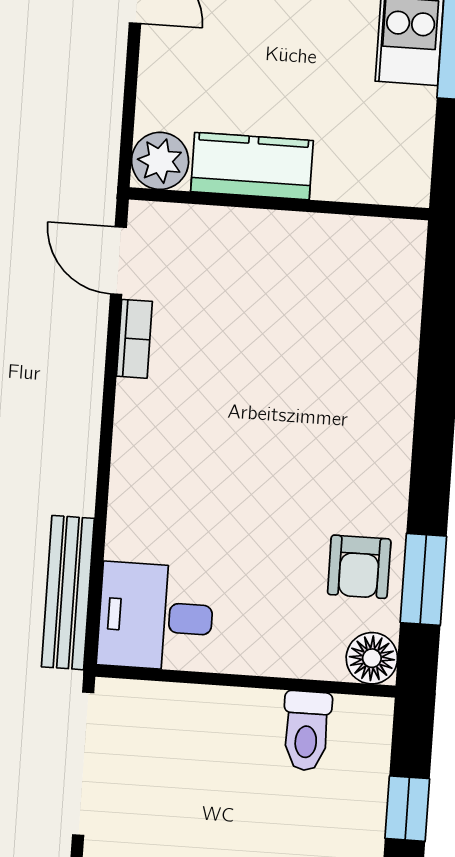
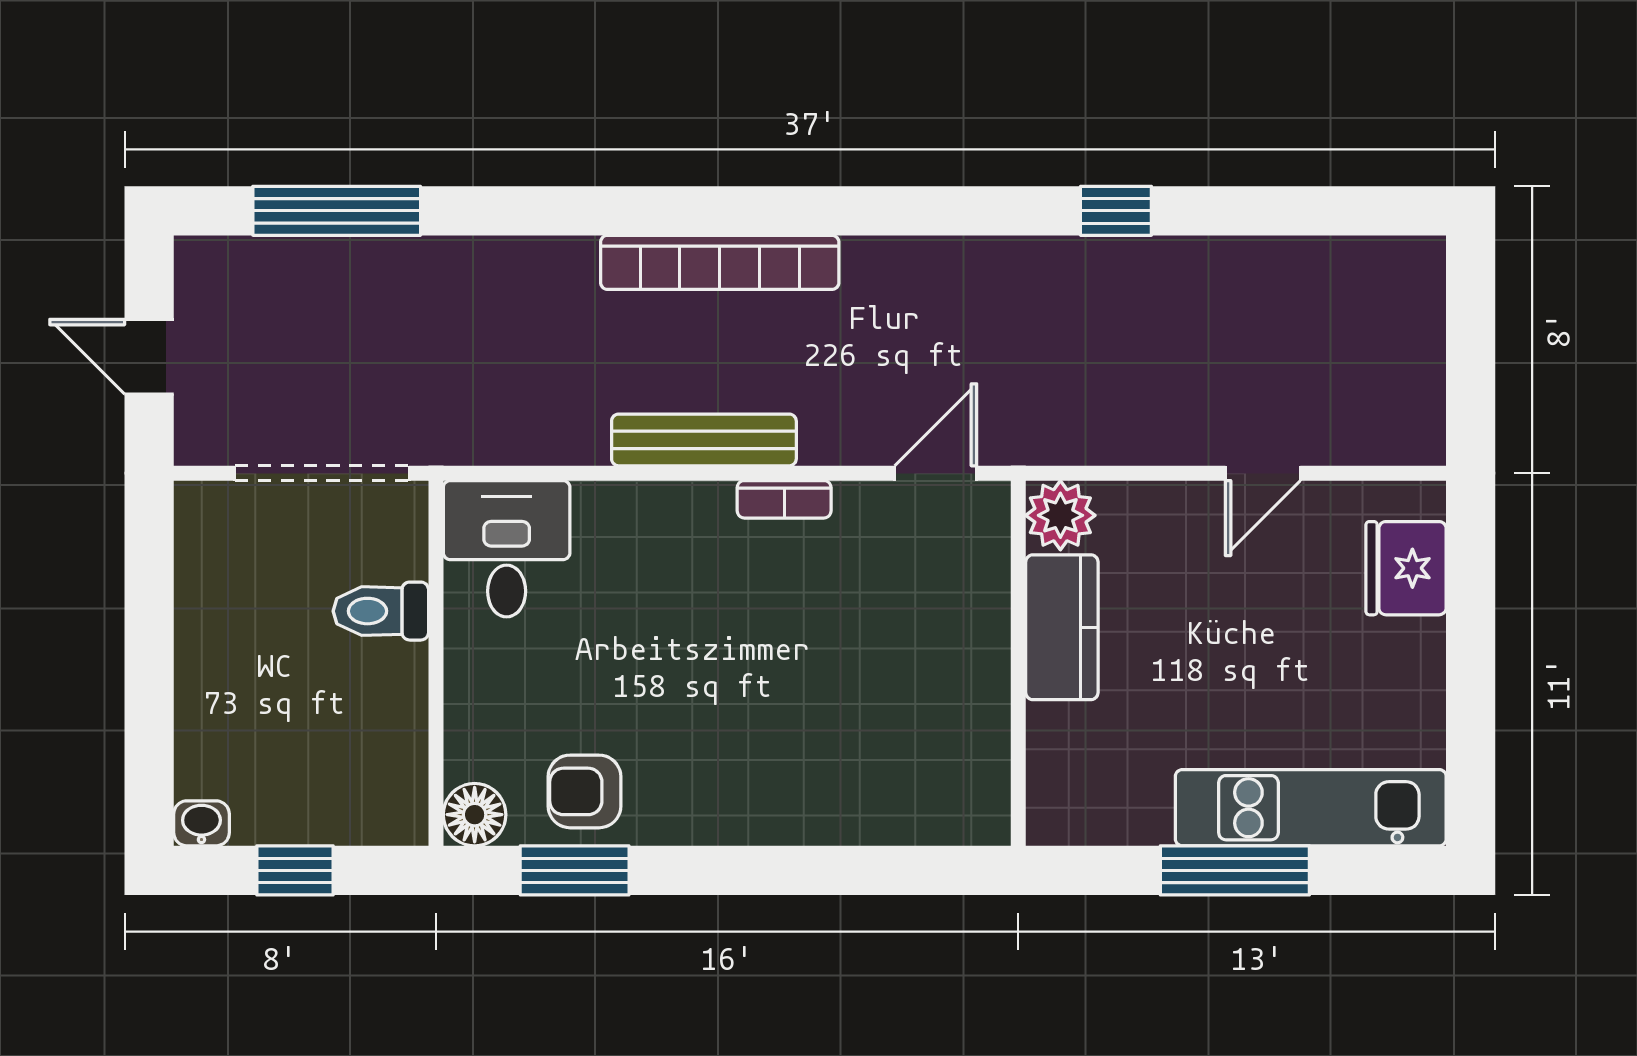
bookcase: (134, 339) -> (784, 499), moved
bench: (68, 593) -> (704, 440), moved
toilet: (306, 731) -> (381, 611), moved

